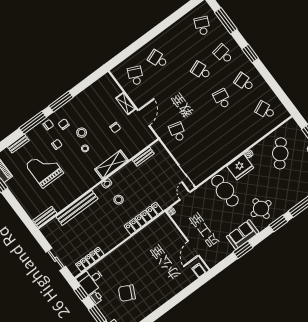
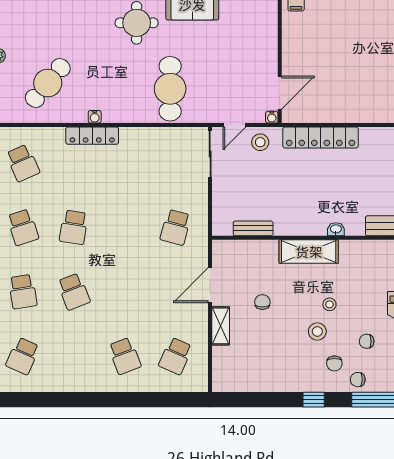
window: (61, 102) -> (314, 400), width x0.46
locker: (244, 145) -> (92, 136), added
fridge: (240, 167) -> (122, 107), removed
stool: (119, 200) -> (260, 142), moved
door: (194, 248) -> (280, 93), moved

